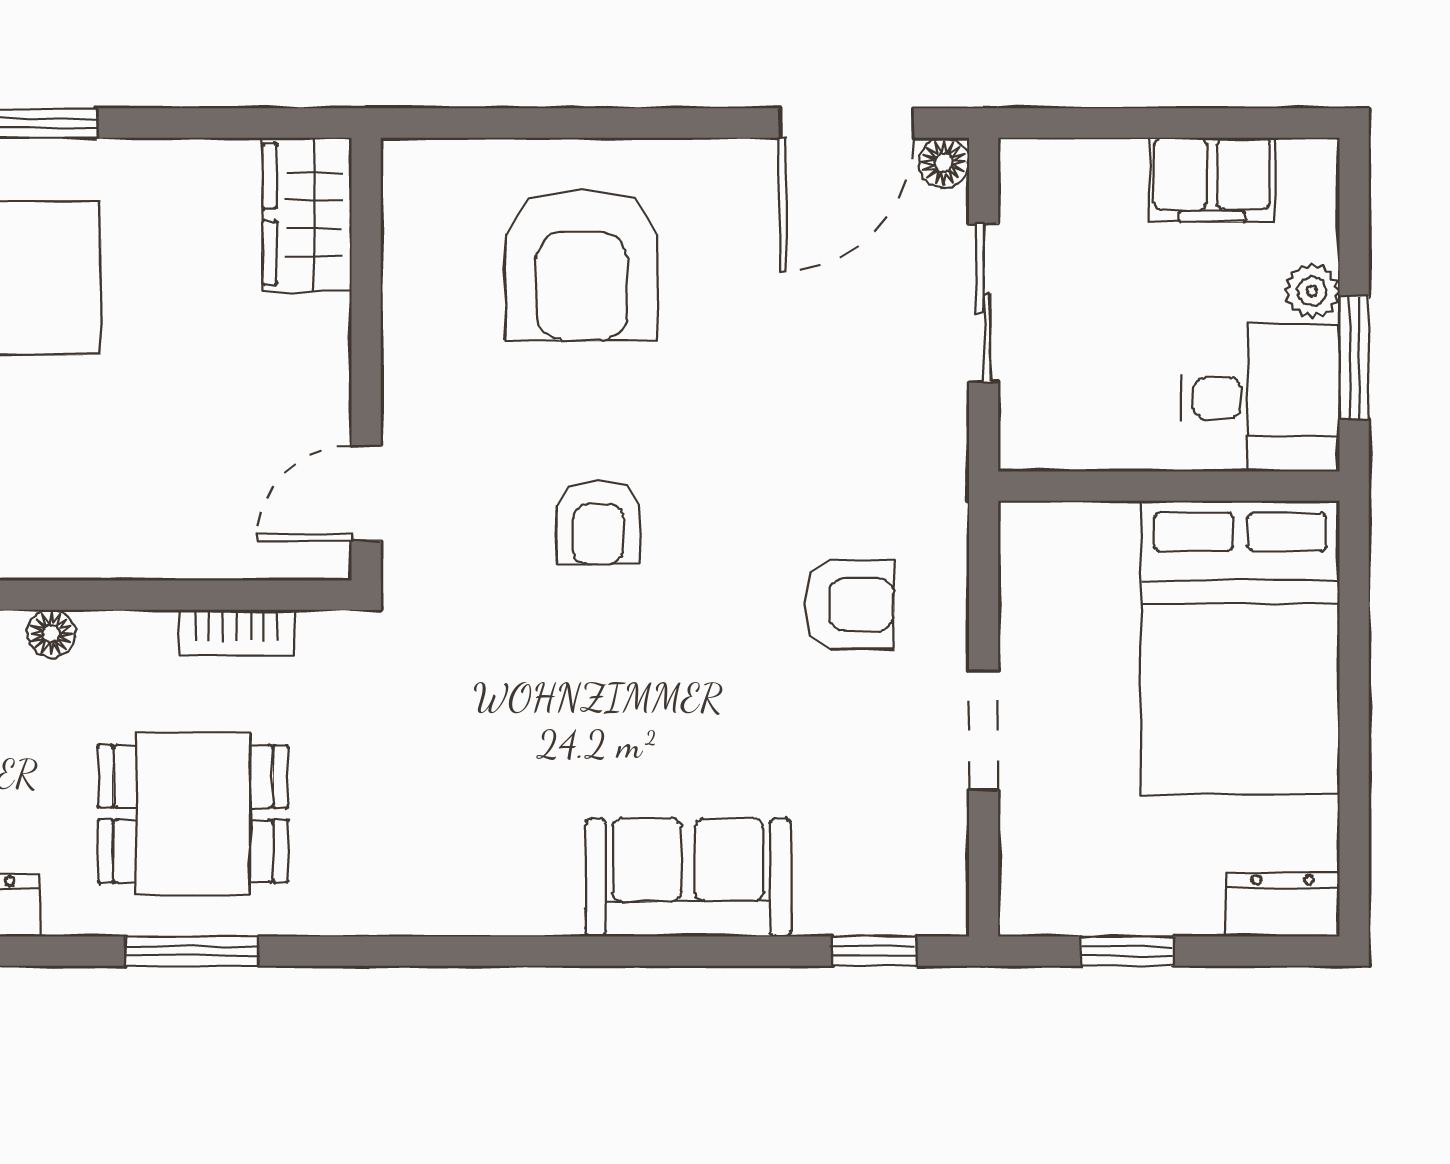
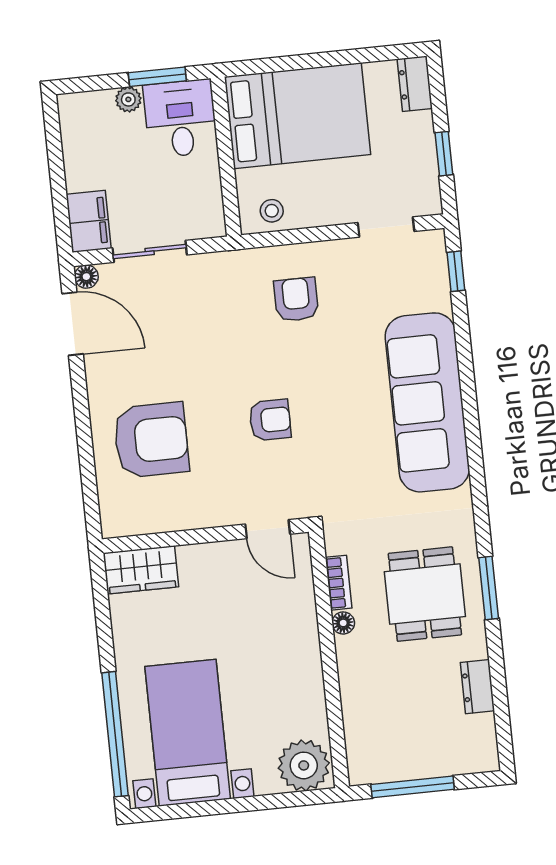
filing cabinet: (1212, 180) -> (89, 221), moved
stool: (1043, 572) -> (272, 211), added
floor lamp: (51, 634) -> (343, 623), moved
doorway: (984, 730) -> (386, 227), moved
sofa: (688, 877) -> (427, 402), width x1.85, depth x1.27

